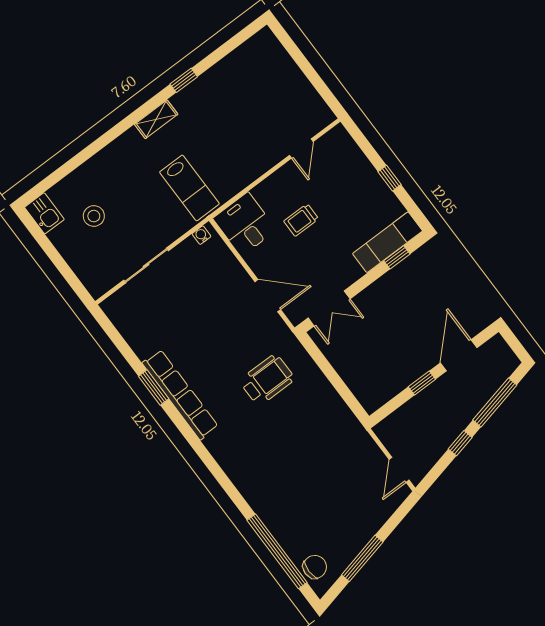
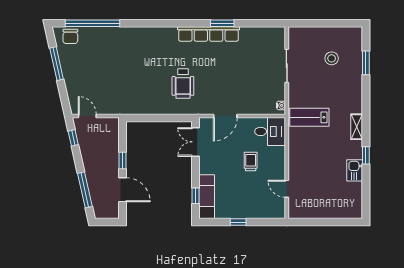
window: (67, 168) -> (366, 63), added
kitchen sink: (44, 213) -> (355, 170), moved, turned 90
window: (460, 443) -> (73, 138), moved

